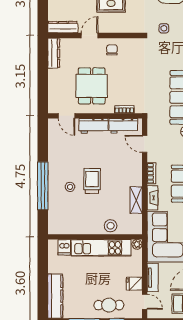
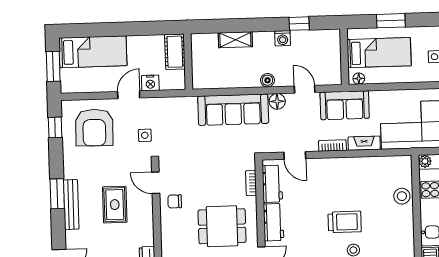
door: (90, 36) -> (156, 183), moved
door: (145, 144) -> (295, 155), hinge flipped
trolley: (92, 181) -> (345, 222), turned 180
shelving: (136, 200) -> (368, 164), removed

